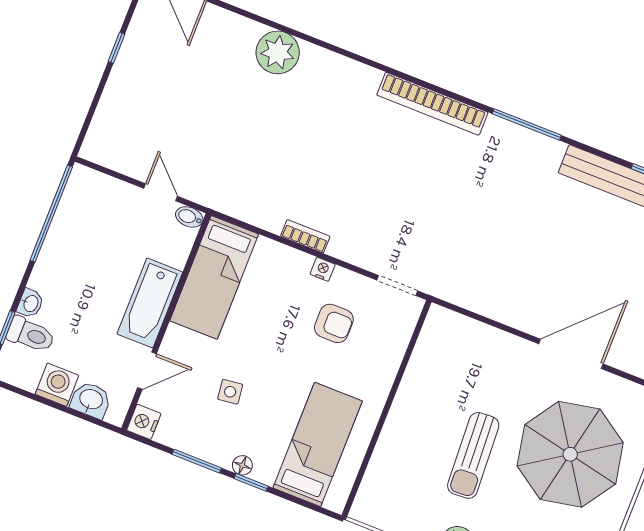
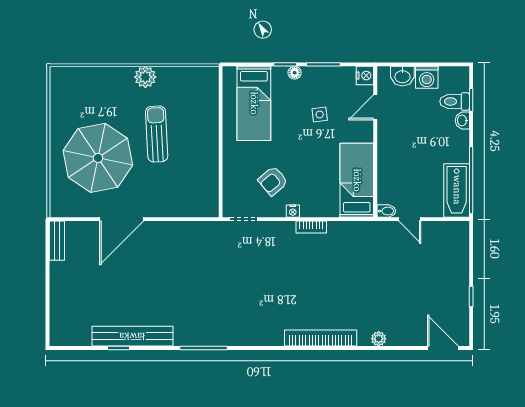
plant: (278, 52) -> (379, 339), width x0.53, depth x0.53
bookcase: (432, 104) -> (321, 338), moved
bathtub: (150, 303) -> (457, 190), moved, turned 180
armchair: (334, 323) -> (273, 181), turned -40

